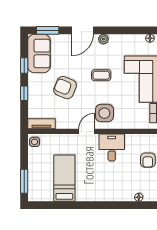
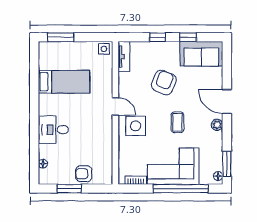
window: (48, 30) -> (227, 164), moved
desk: (112, 148) -> (53, 130), moved, turned 180

